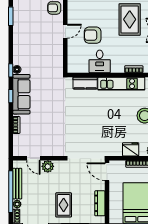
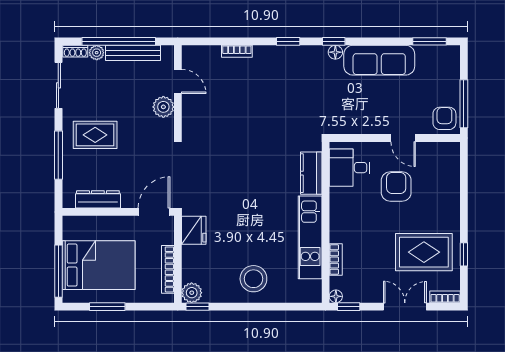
desk: (100, 61) -> (350, 168), moved
sofa: (21, 94) -> (379, 60), moved
fridge: (131, 149) -> (194, 230), moved
door: (33, 158) -> (178, 81), swing flipped

